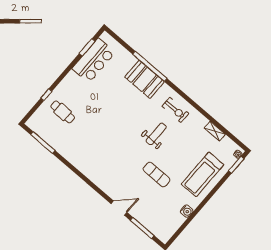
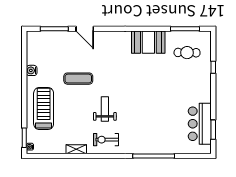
booth: (145, 79) -> (148, 42), moved
cafe table: (63, 112) -> (187, 53), moved
shelving: (215, 131) -> (76, 149), moved
weight bench: (156, 134) -> (105, 109), turned 180
door: (119, 208) -> (85, 29), hinge flipped

